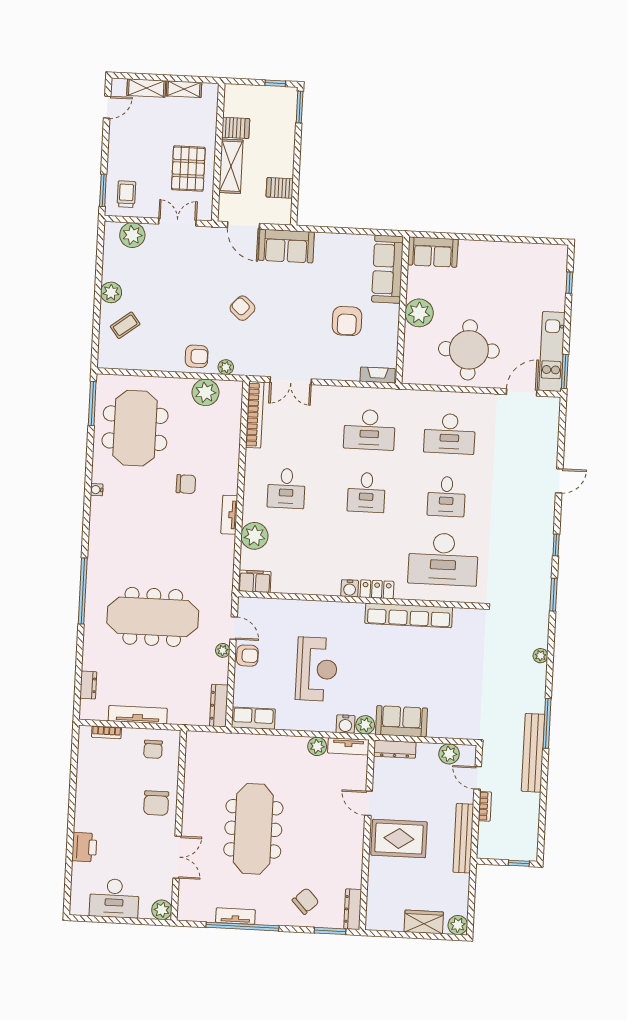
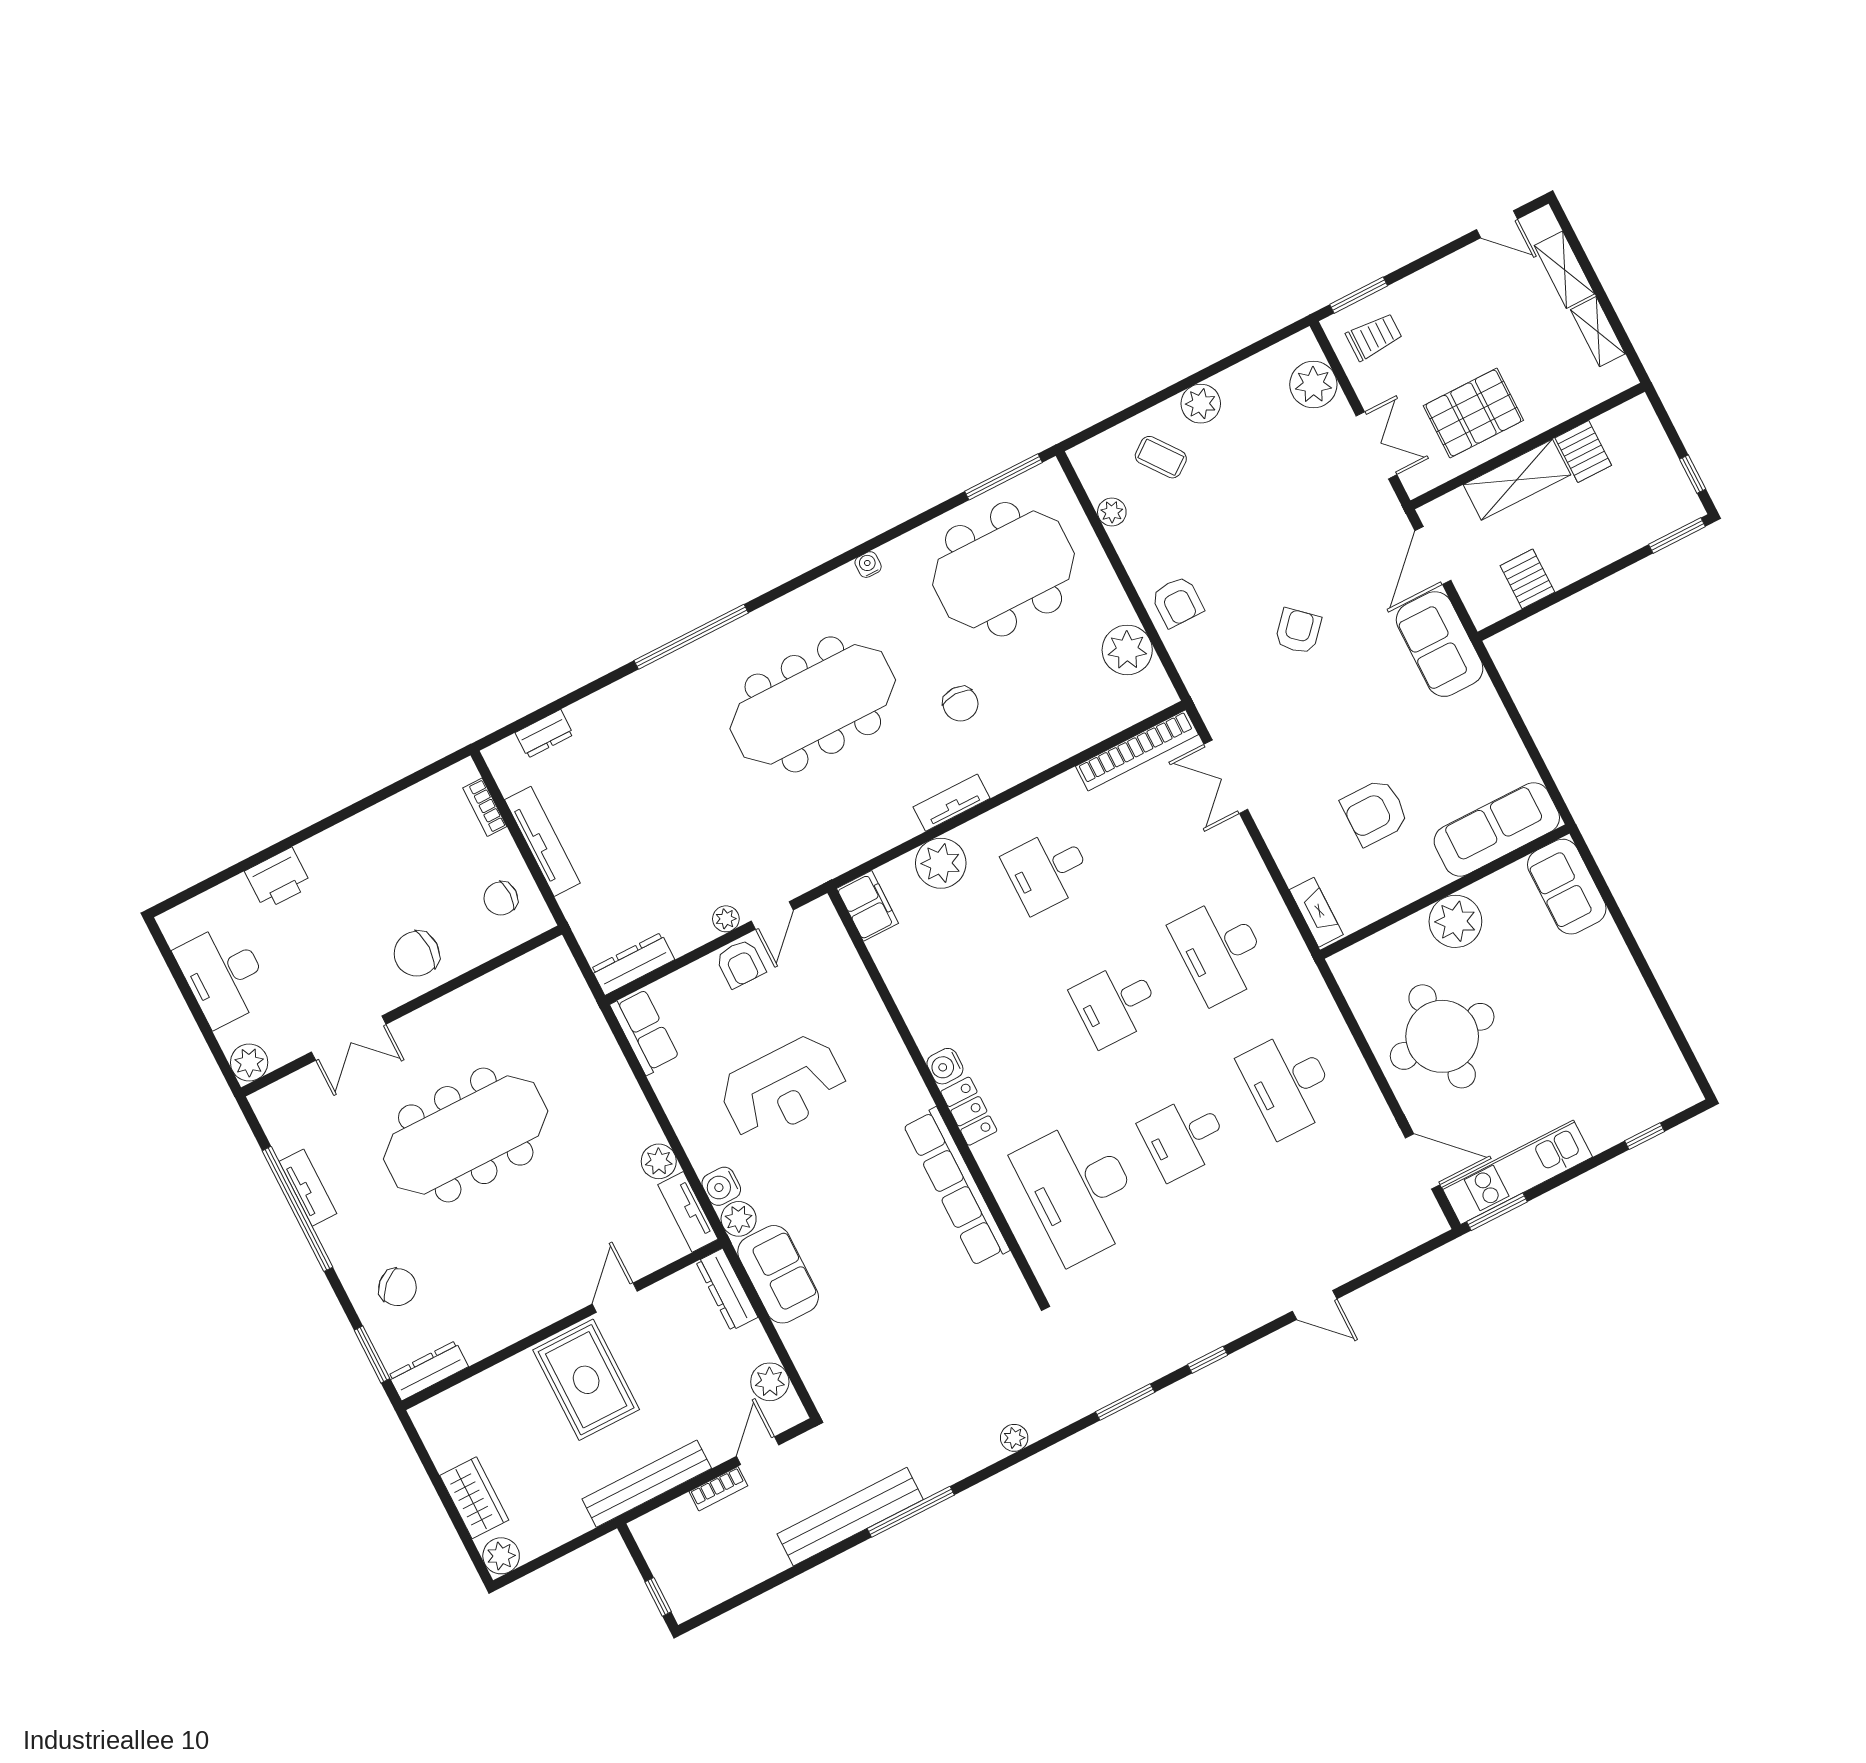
plant: (226, 367) -> (1112, 512), moved
meeting table: (153, 617) -> (813, 704), moved, turned 90

